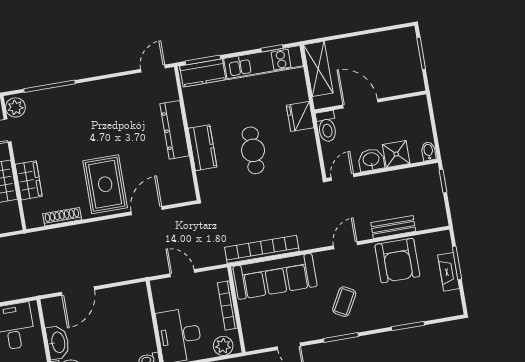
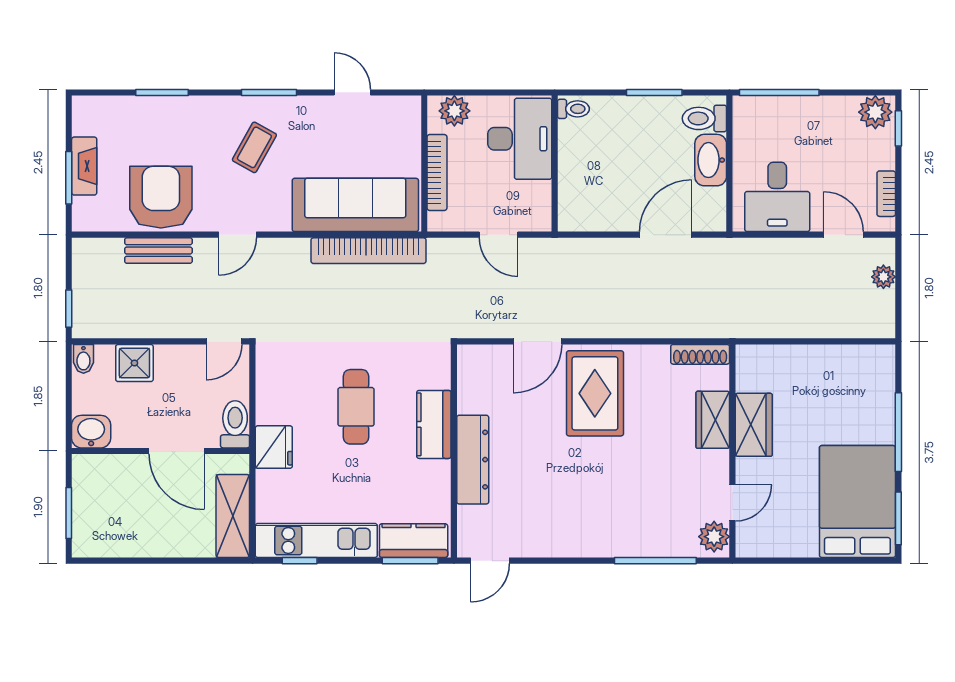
washbasin: (371, 160) -> (91, 432), moved, turned 180
shoe rack: (62, 217) -> (700, 354), moved

